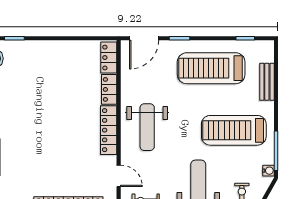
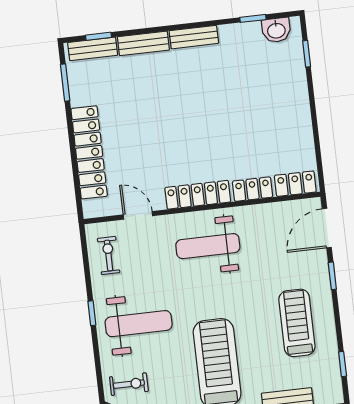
door: (144, 38) -> (327, 228), hinge flipped
treadmill: (211, 68) -> (297, 323), width x0.73, depth x0.73
door: (119, 176) -> (138, 215), swing flipped

